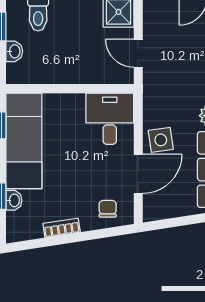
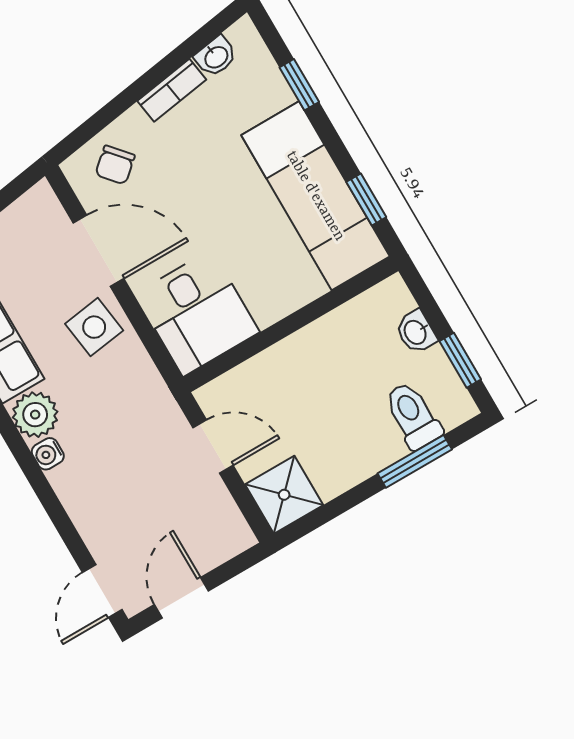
door: (138, 174) -> (99, 251), swing flipped
washbasin: (14, 200) -> (216, 57), moved, turned -99
chair: (108, 209) -> (115, 165), turned 49

